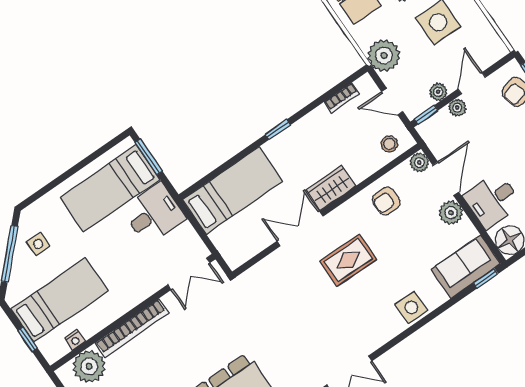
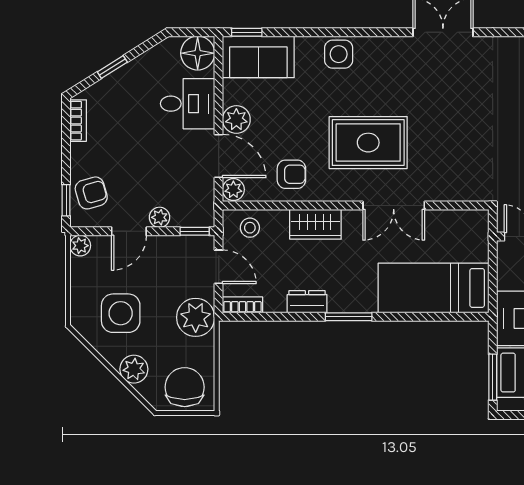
plant: (438, 92) -> (80, 246), moved
bookcase: (342, 98) -> (242, 305), moved
dresser: (314, 120) -> (307, 302), added
window: (278, 130) -> (349, 317), width x1.50
door: (446, 179) -> (219, 156), swing flipped
wardrobe: (331, 188) -> (315, 224), moved
rug: (348, 260) -> (368, 143), width x1.36, depth x1.43

